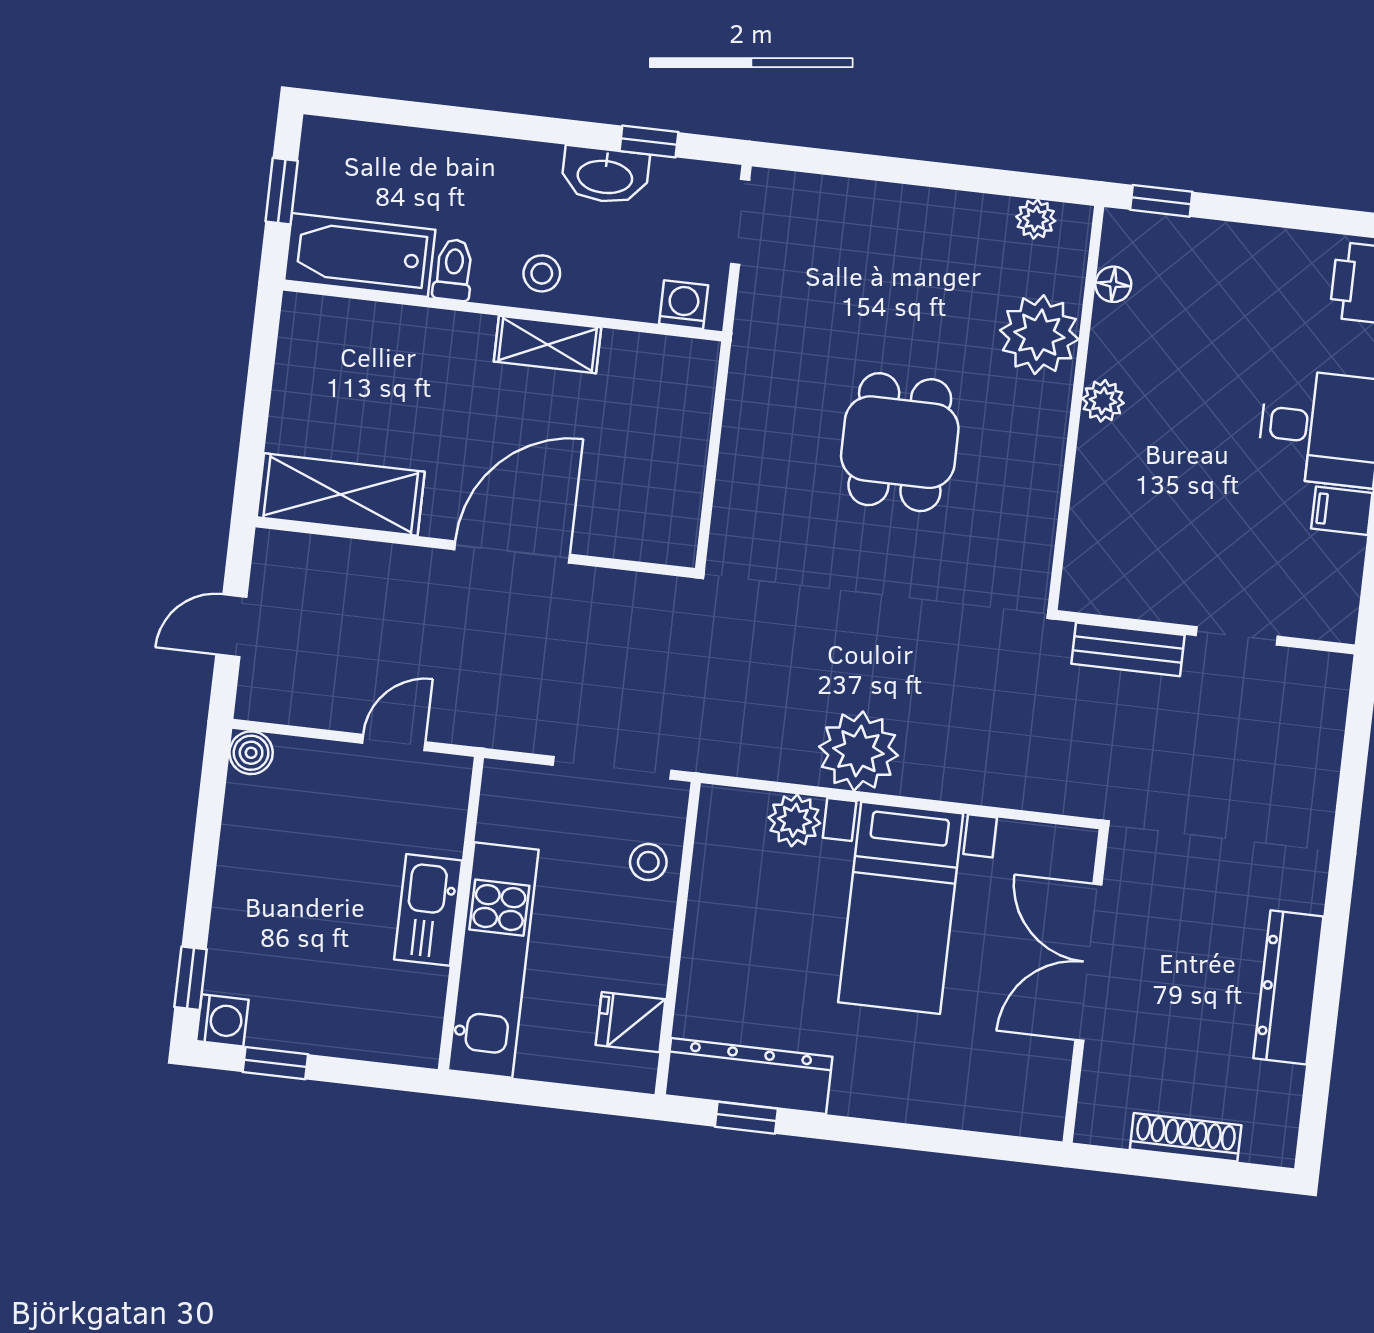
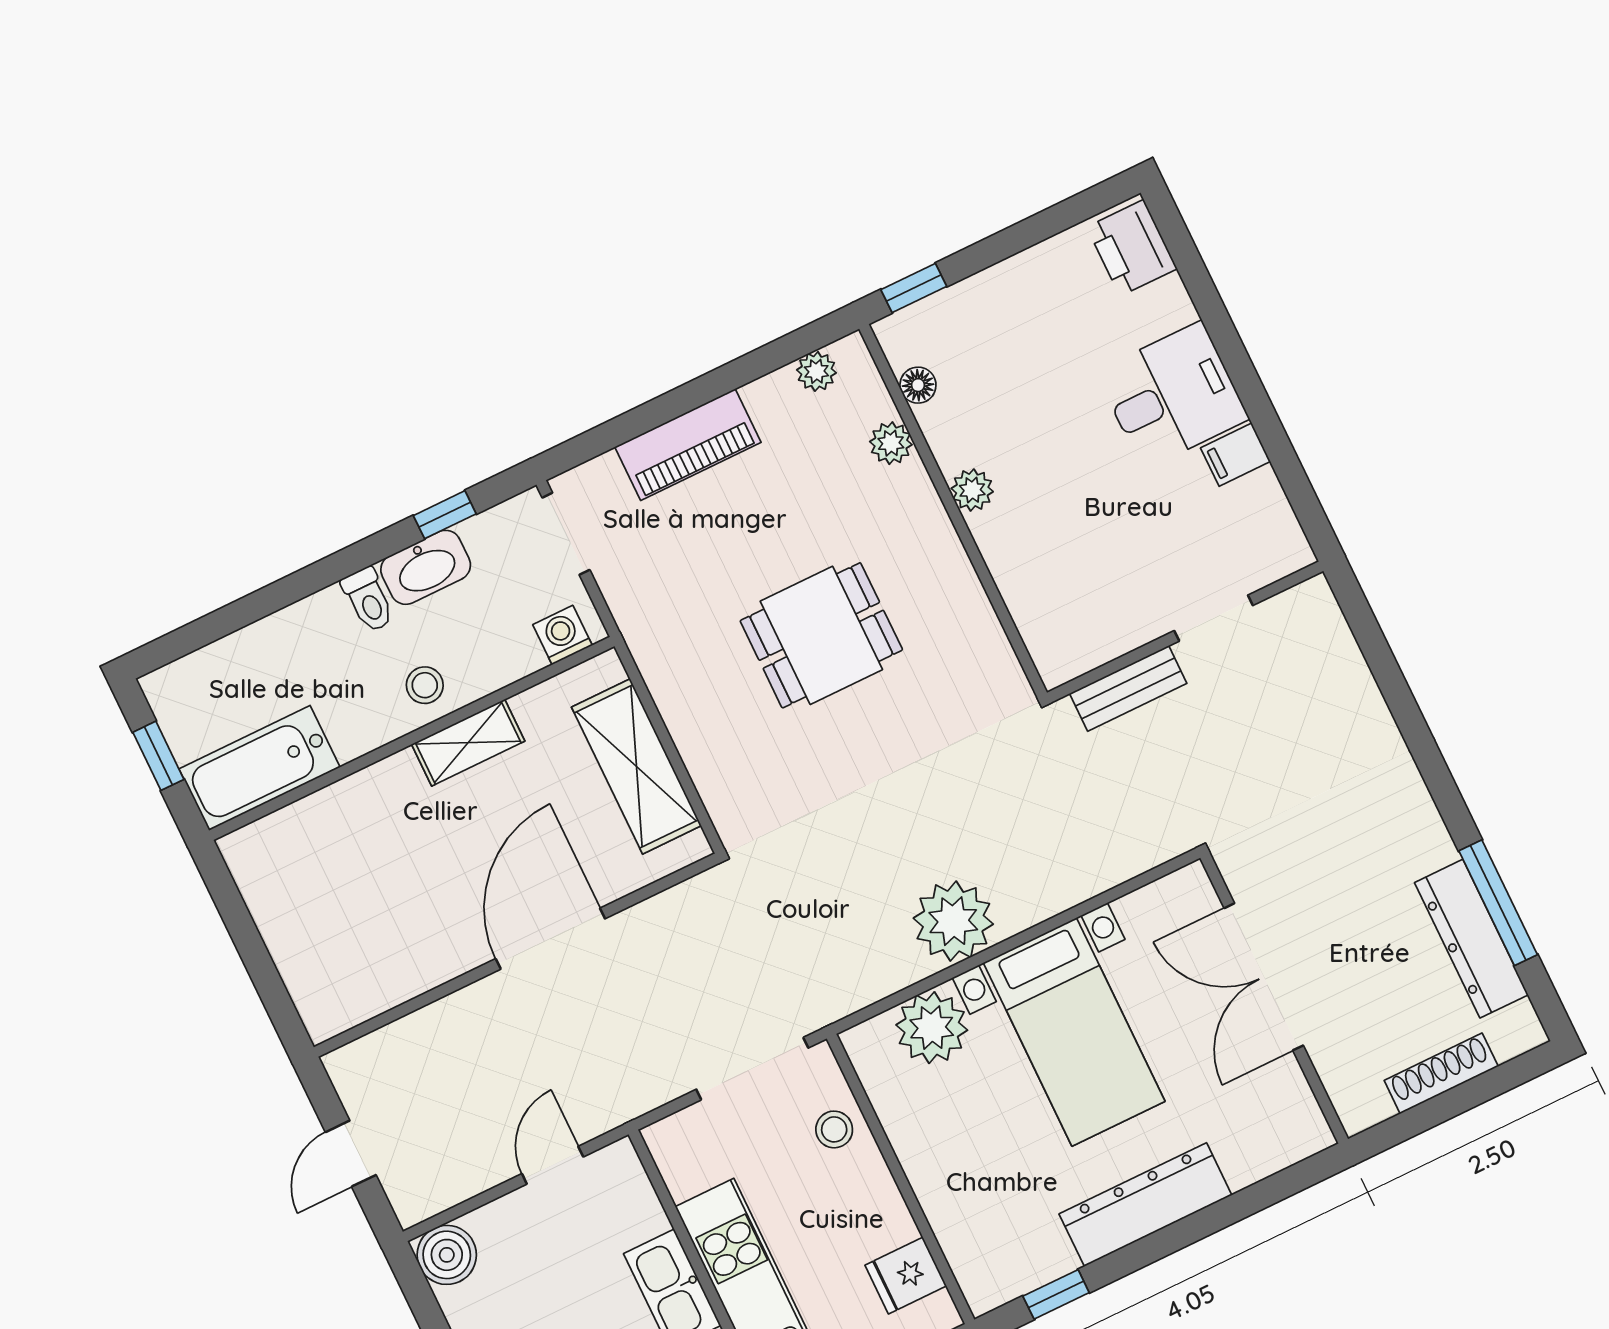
piano: (889, 212) -> (688, 445), added
toilet: (453, 270) -> (368, 600), moved, turned 180
plant: (1039, 335) -> (891, 443), width x0.53, depth x0.53
dining table: (900, 442) -> (821, 635), turned 90
shelving: (341, 495) -> (636, 766), moved, turned 90
boiler: (251, 753) -> (447, 1255), width x1.36, depth x1.36
plant: (794, 820) -> (932, 1028), width x1.36, depth x1.36
dresser: (1288, 987) -> (1471, 939), moved
window: (1324, 1025) -> (1498, 903), added
dresser: (748, 1076) -> (1145, 1205), moved

